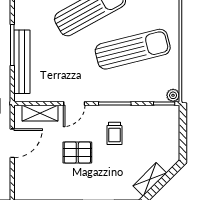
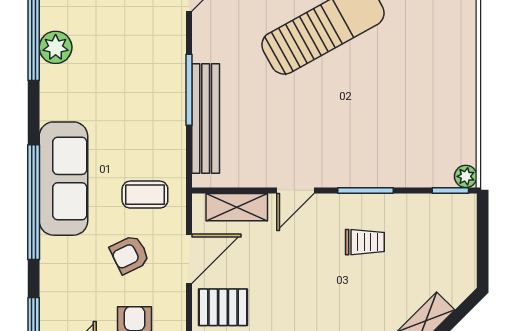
sun lounger: (133, 49) -> (396, 97), removed
trolley: (114, 133) -> (365, 242), turned -90
pallet: (77, 152) -> (223, 307), moved

